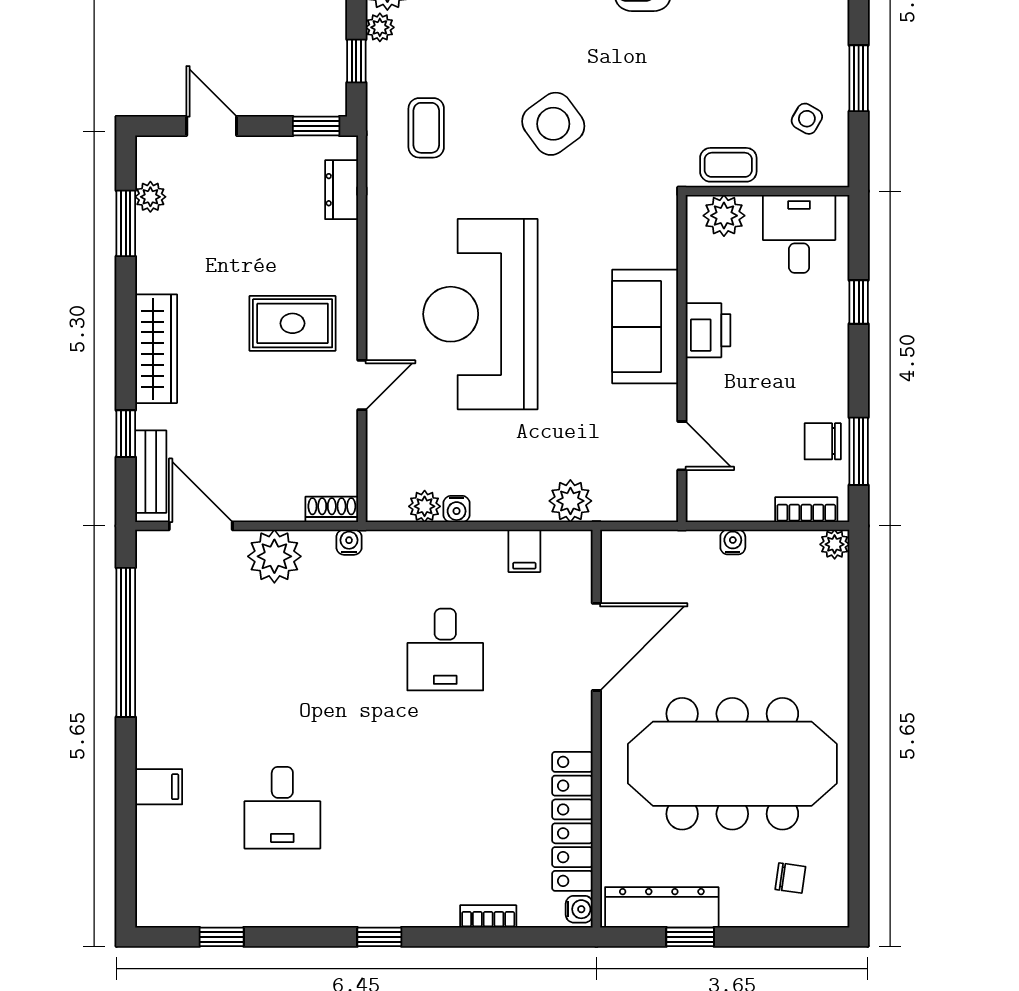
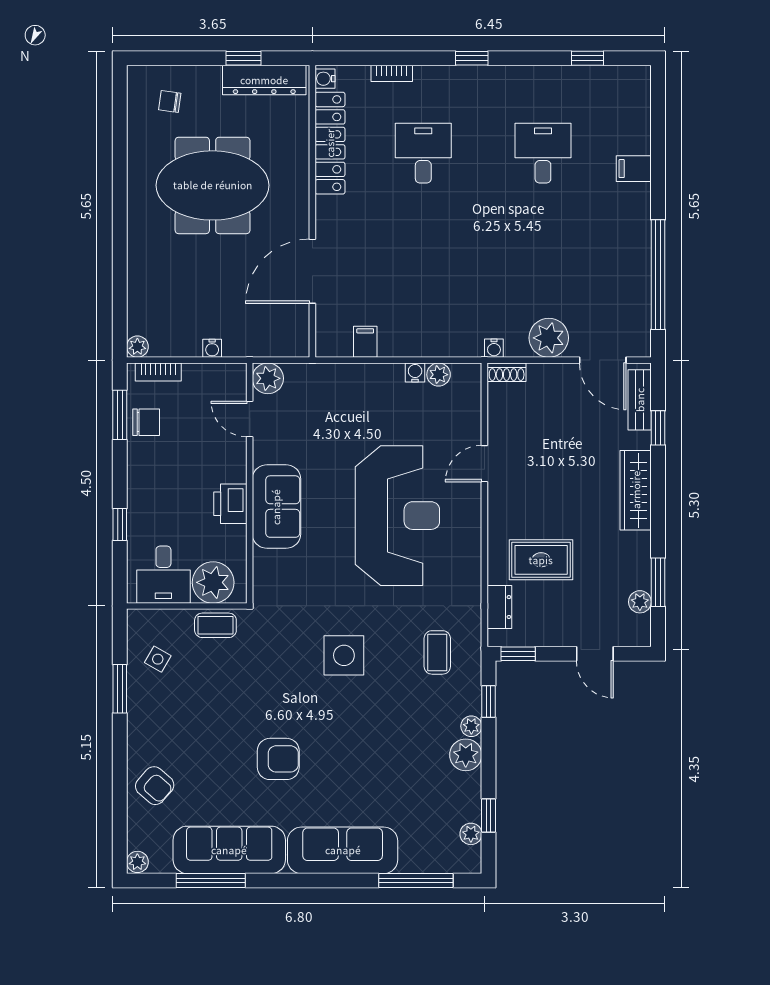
side table: (553, 124) -> (344, 655), turned 36
plant: (724, 216) -> (213, 582), width x1.36, depth x1.36
rug: (292, 323) -> (541, 560), moved
plant: (570, 501) -> (268, 378), moved
desk: (445, 650) -> (423, 153), moved
meeting table: (732, 764) -> (213, 185), width x0.73

